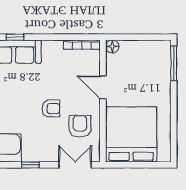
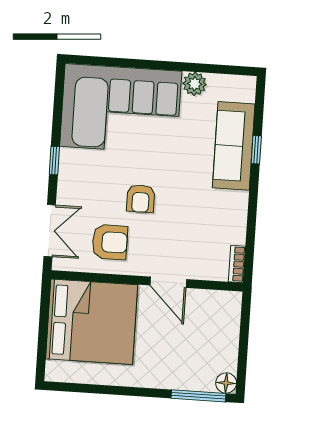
bookcase: (82, 45) -> (237, 264), width x0.64
floor lamp: (112, 46) -> (226, 383), moved
door: (103, 87) -> (168, 282), swing flipped

